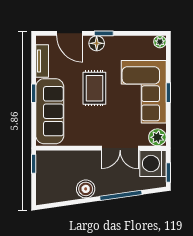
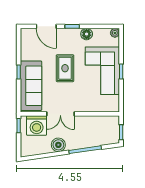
floor lamp: (97, 43) -> (87, 34), moved
tv unit: (42, 61) -> (25, 47), removed
plant: (157, 137) -> (113, 106), removed
double door: (120, 148) -> (60, 114), moved
washing machine: (153, 164) -> (37, 125), moved, turned -90

